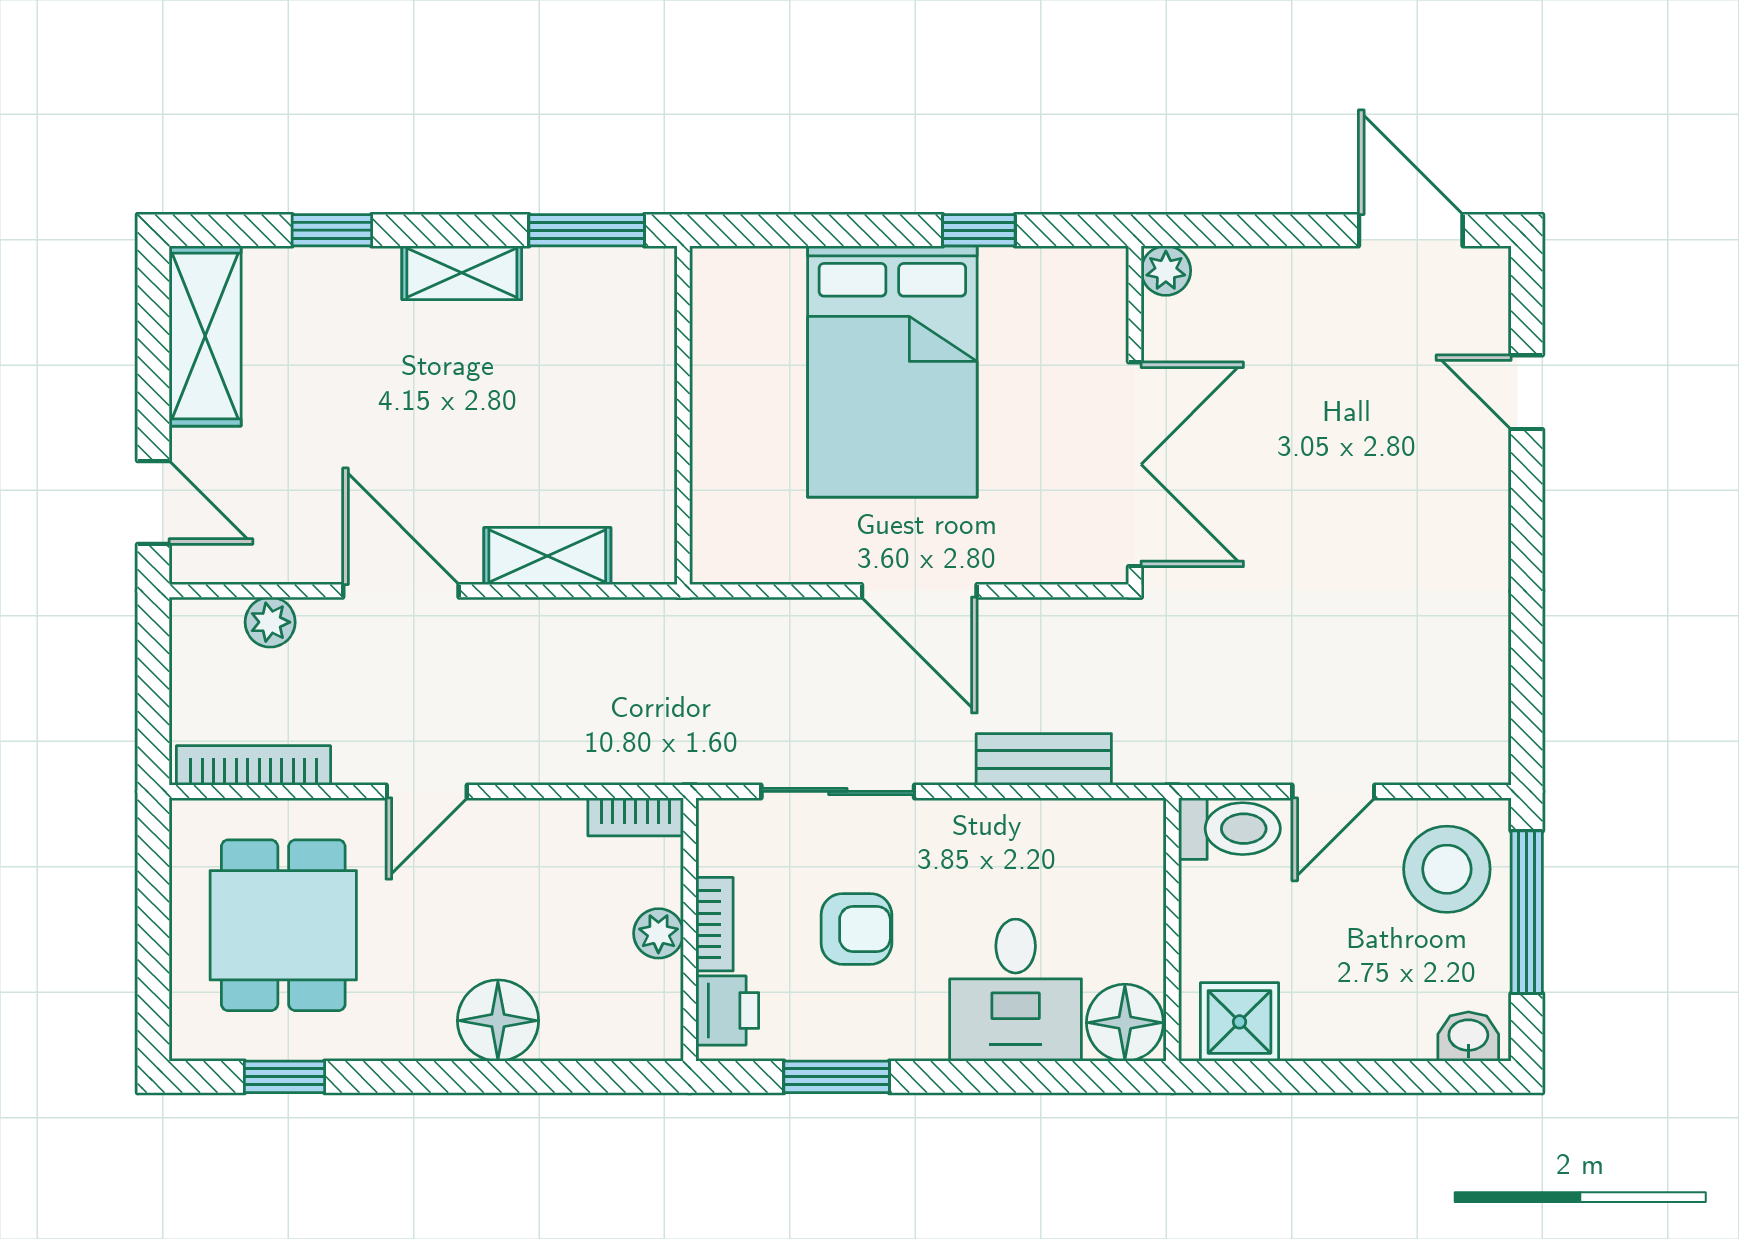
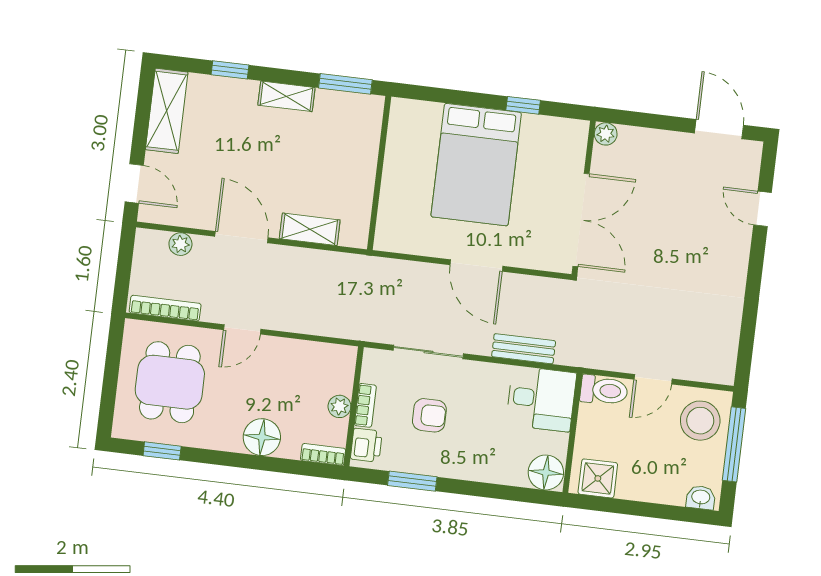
bookcase: (636, 817) -> (323, 454), moved, turned 180
desk: (1016, 990) -> (541, 399), moved, turned -90

